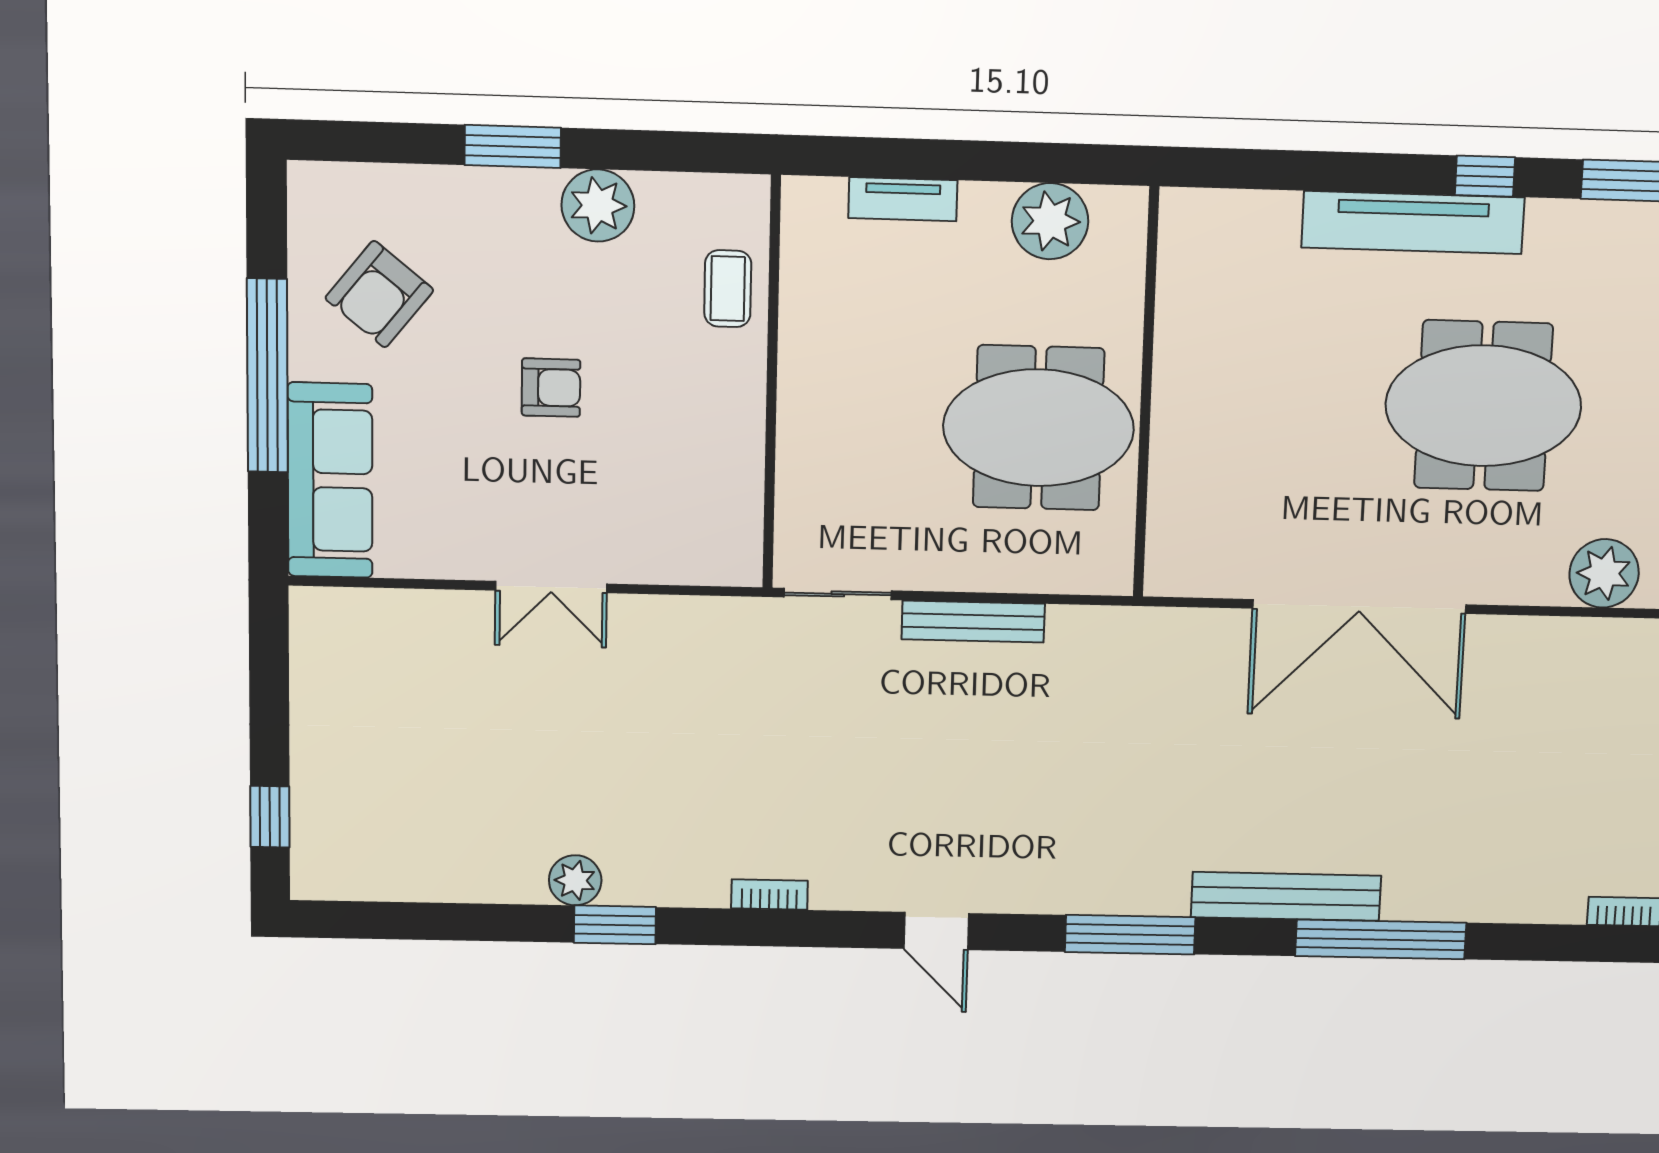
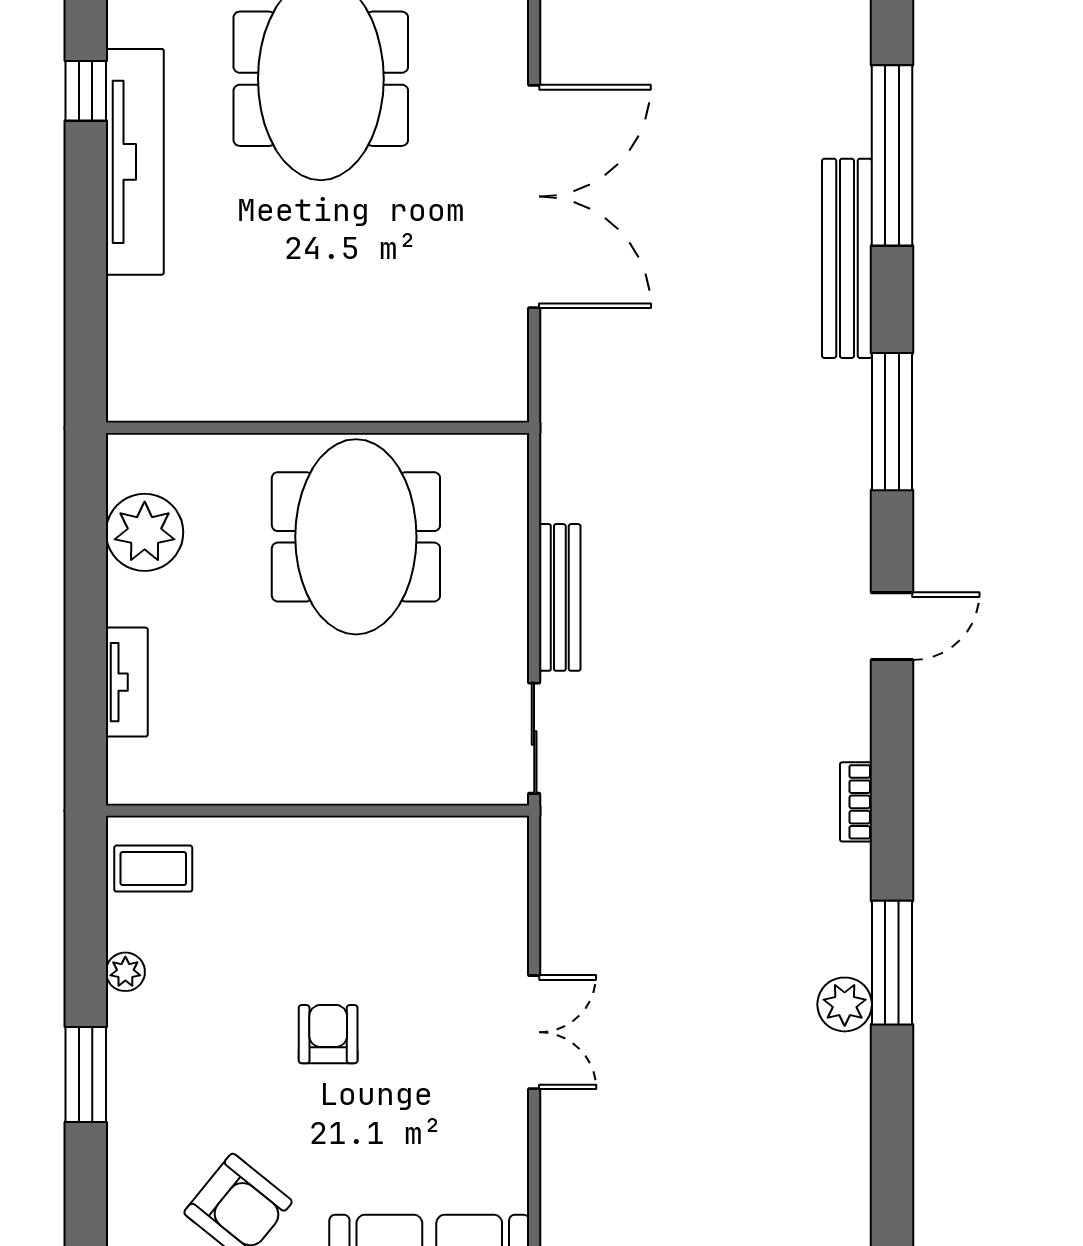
plant: (598, 205) -> (125, 972), width x0.53, depth x0.53
coffee table: (728, 289) -> (153, 869), moved
window: (615, 925) -> (892, 963), width x1.44

